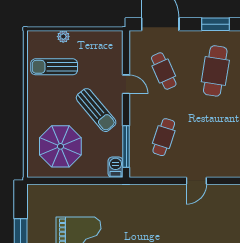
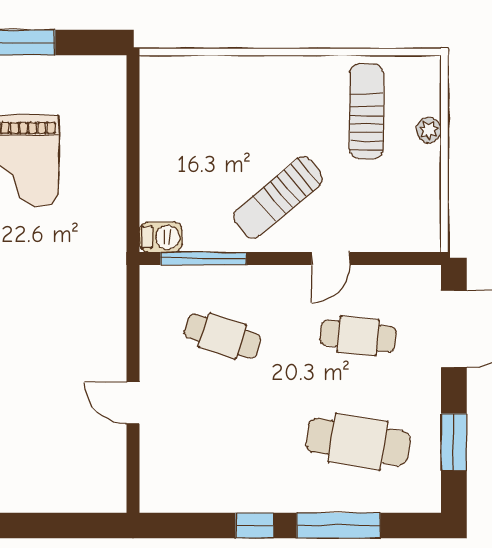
cafe table: (164, 71) -> (358, 336), turned 30
parasol: (60, 146) -> (203, 124), removed

